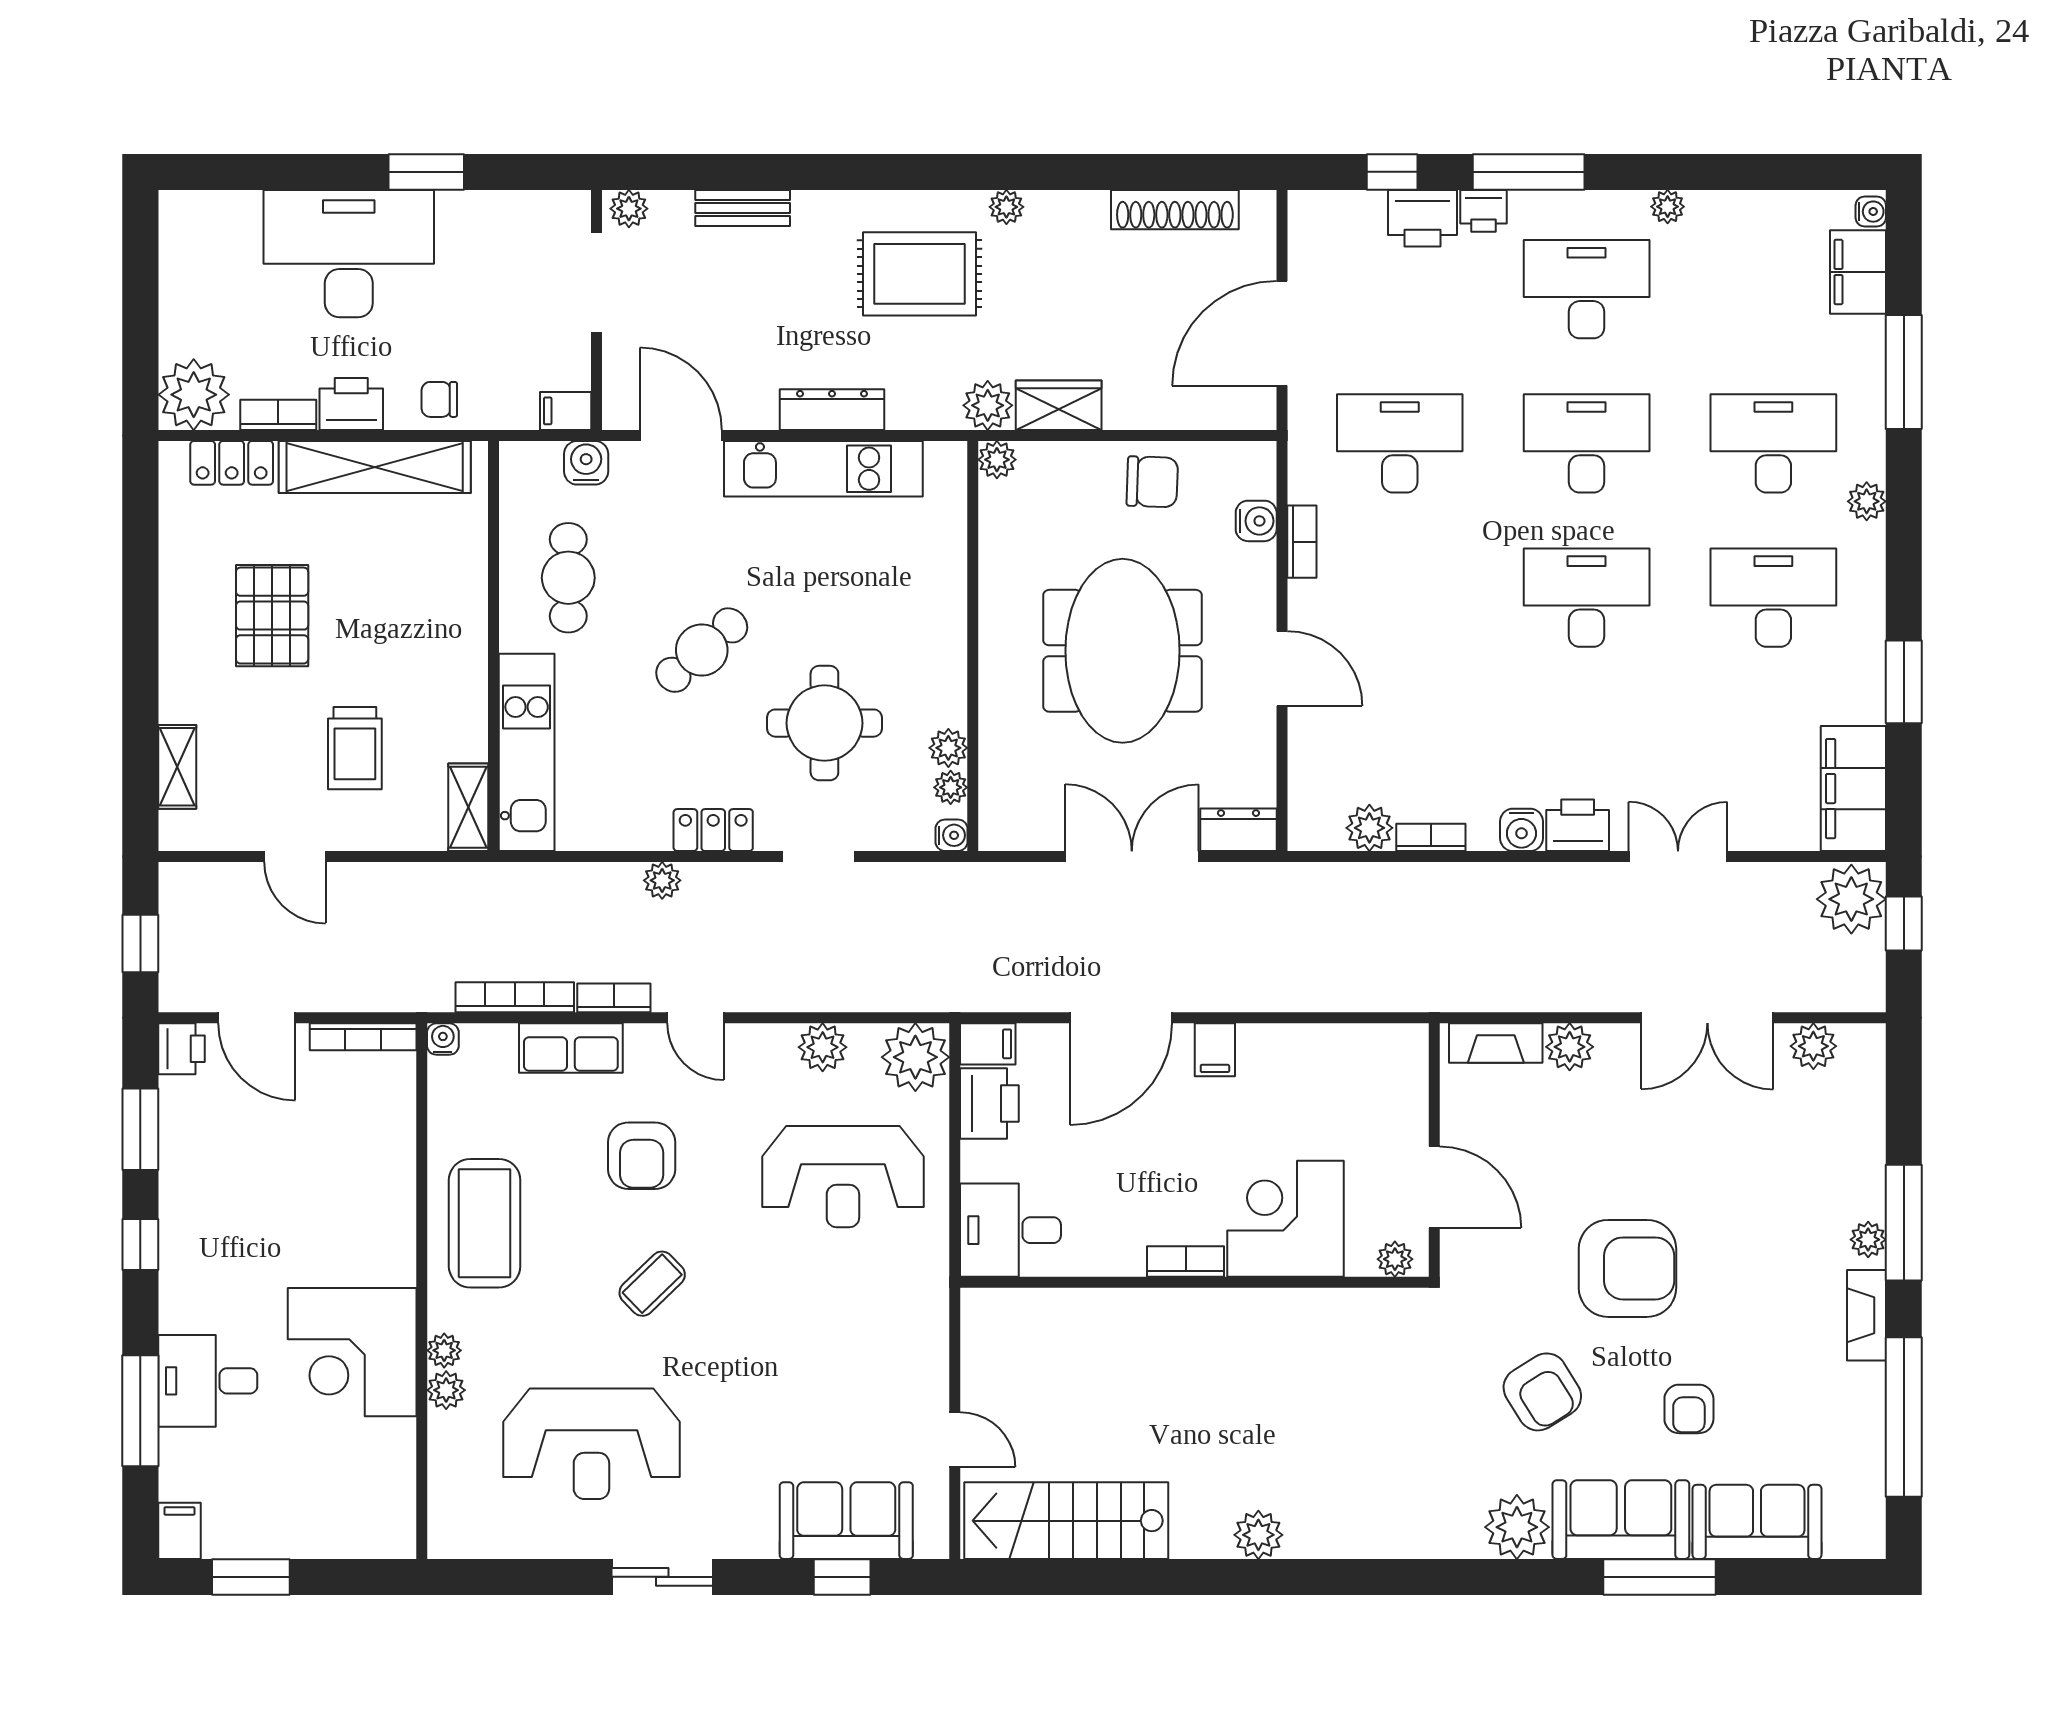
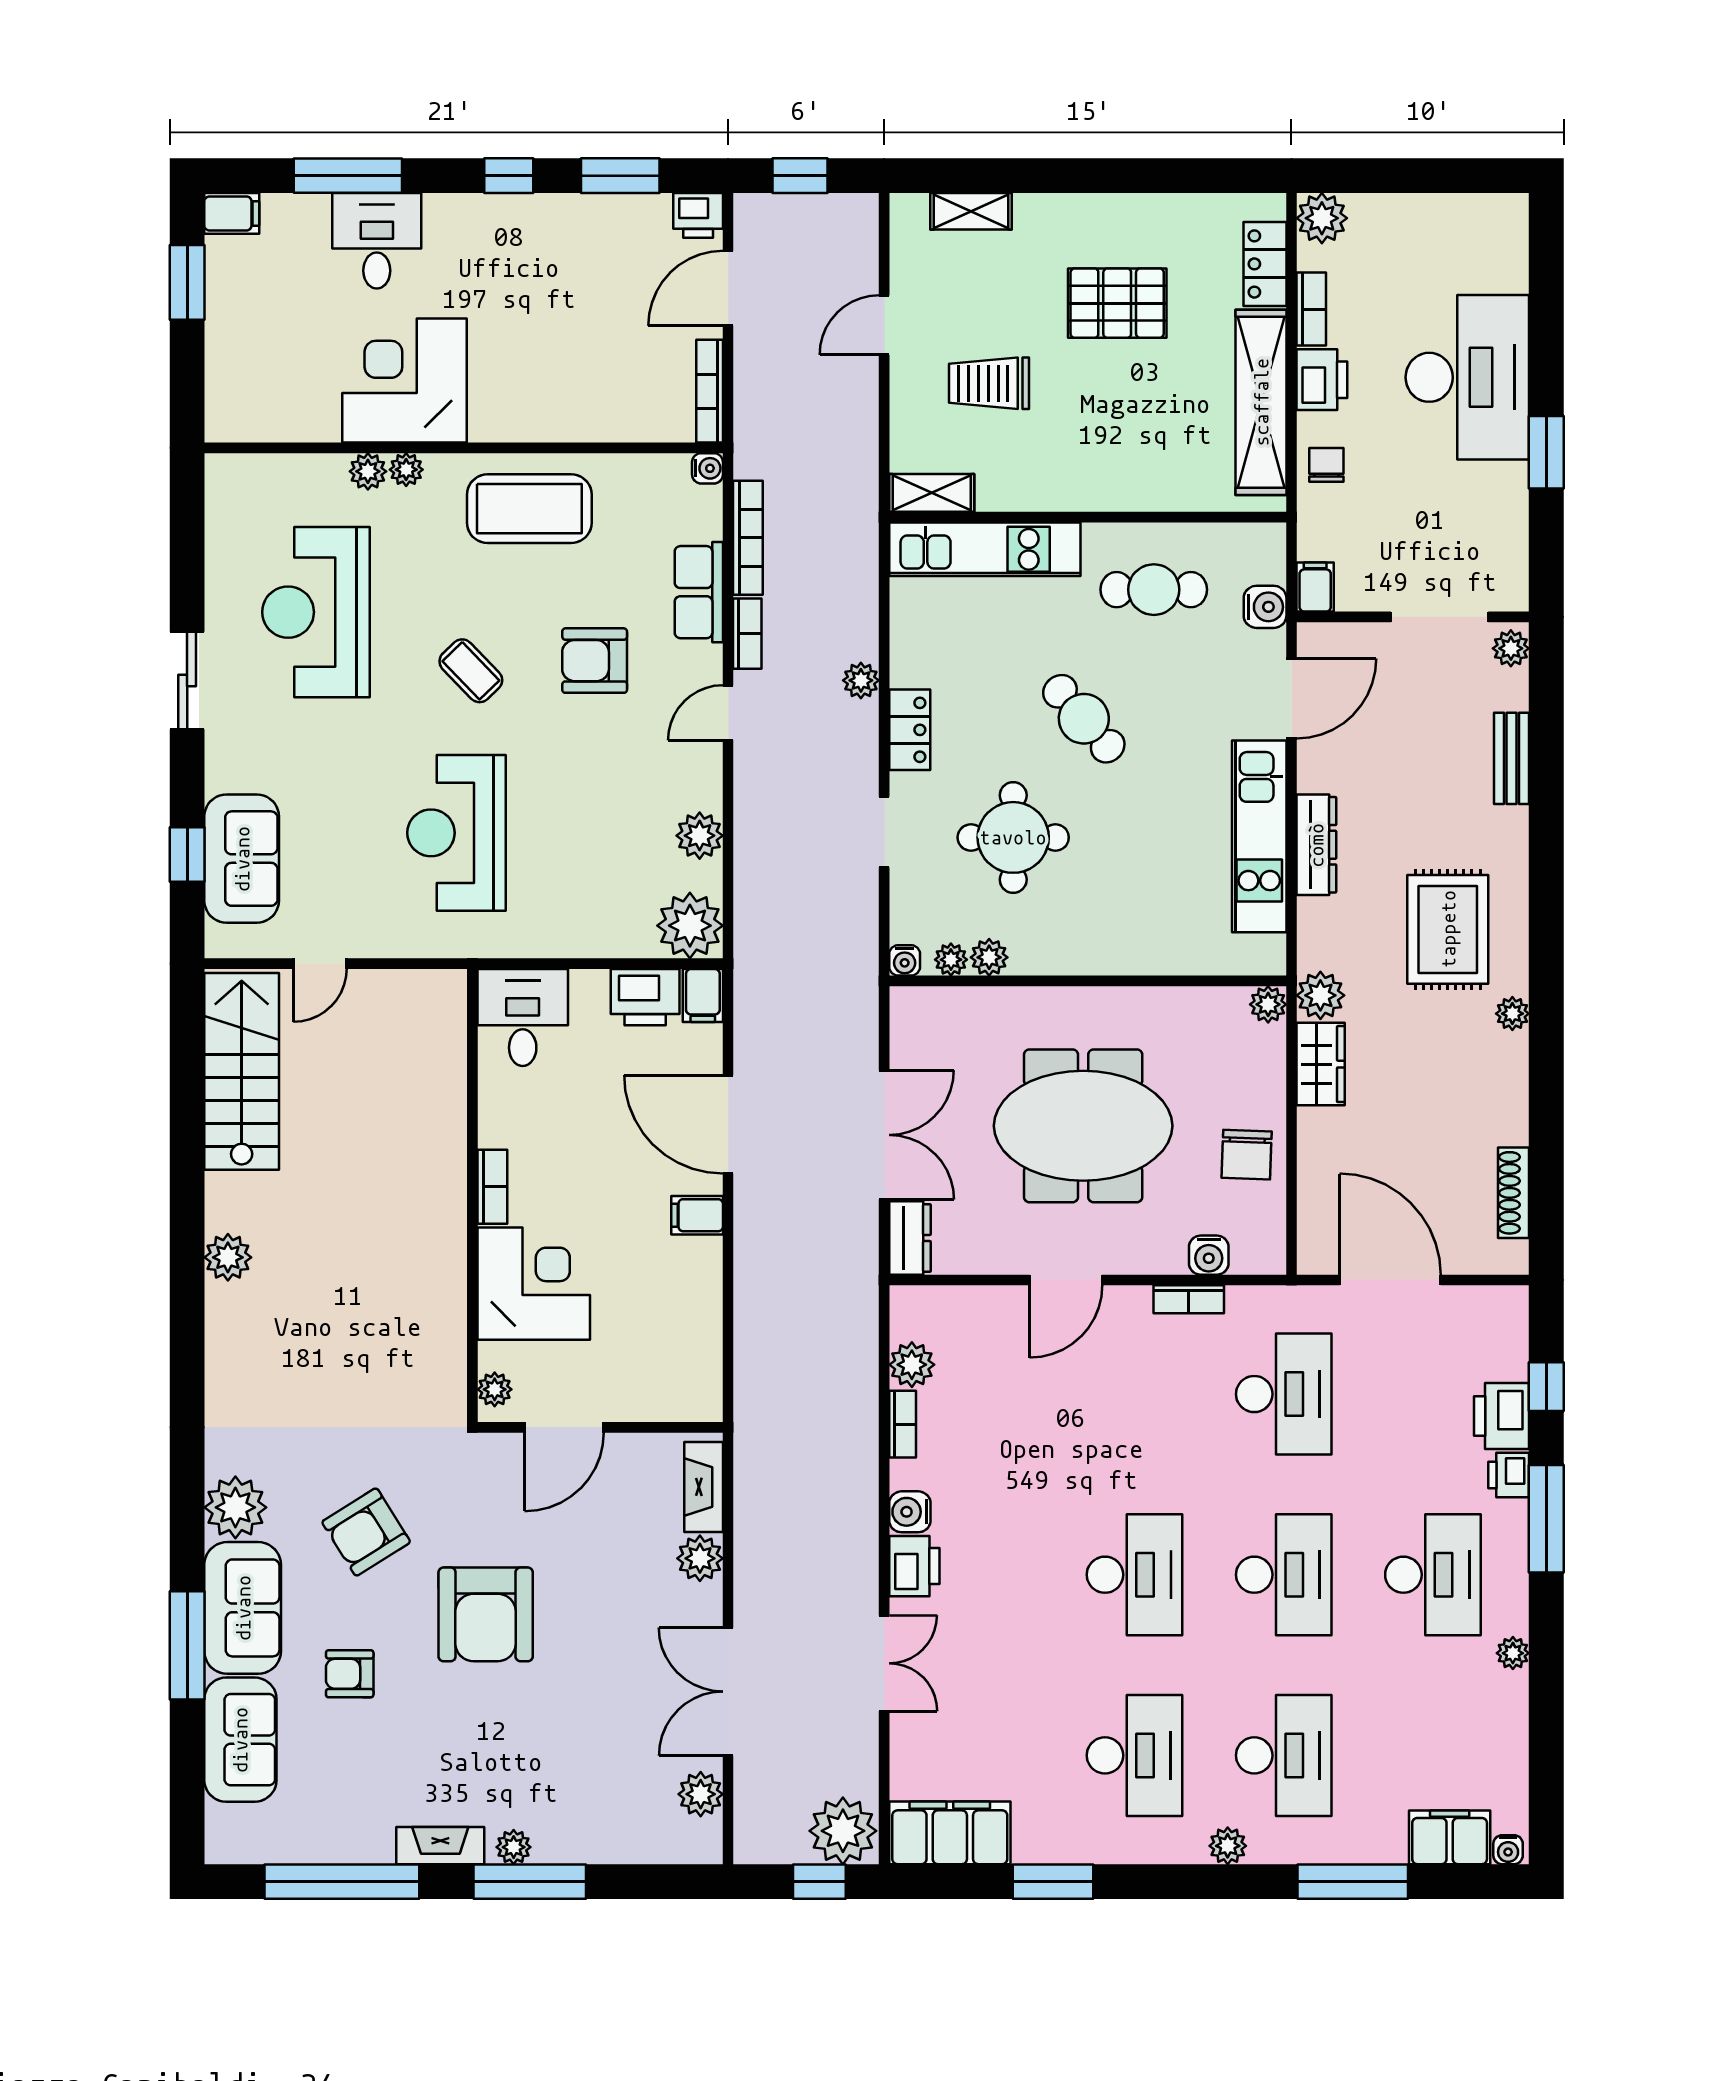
shoe rack: (1175, 210) -> (1514, 1193), width x0.74, depth x0.81
plant: (194, 395) -> (1322, 218), width x0.73, depth x0.73
reception desk: (843, 1177) -> (456, 833), moved

